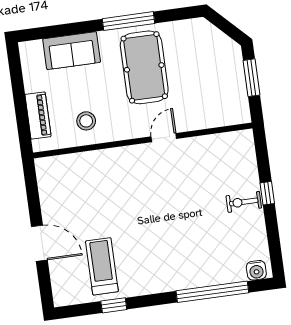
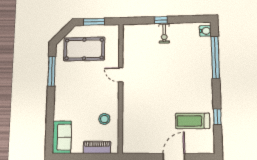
window: (129, 21) -> (52, 71), moved
sofa: (72, 51) -> (62, 137), moved
pool table: (144, 67) -> (84, 49), moved

